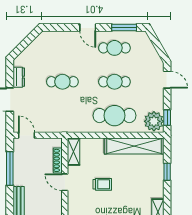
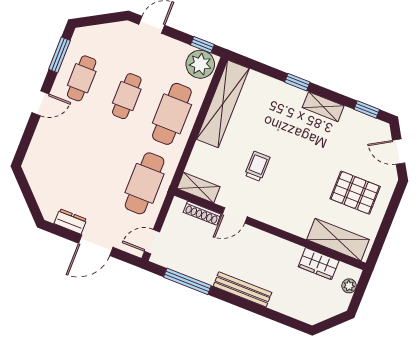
cafe table: (62, 82) -> (145, 183), moved, width x1.37, depth x1.35
window: (167, 172) -> (297, 82), moved

